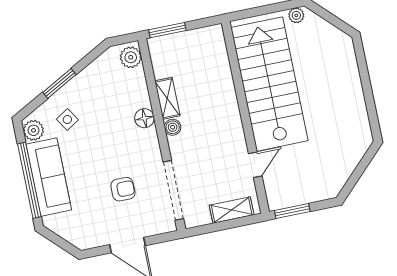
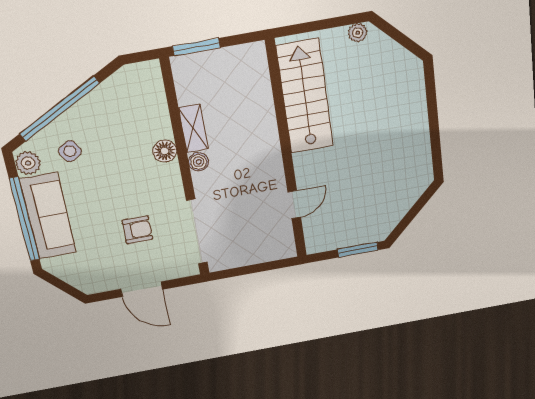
plant: (131, 57) -> (149, 79), removed
window: (59, 83) -> (59, 109), width x2.11
stairs: (269, 84) -> (305, 96), width x0.73, depth x0.66
shelving: (232, 210) -> (264, 253), removed
window: (292, 211) -> (358, 250), moved

